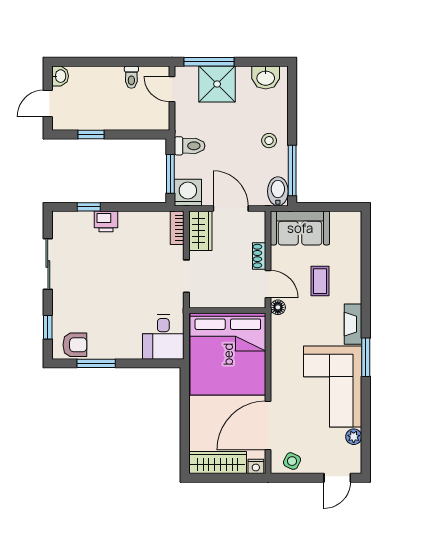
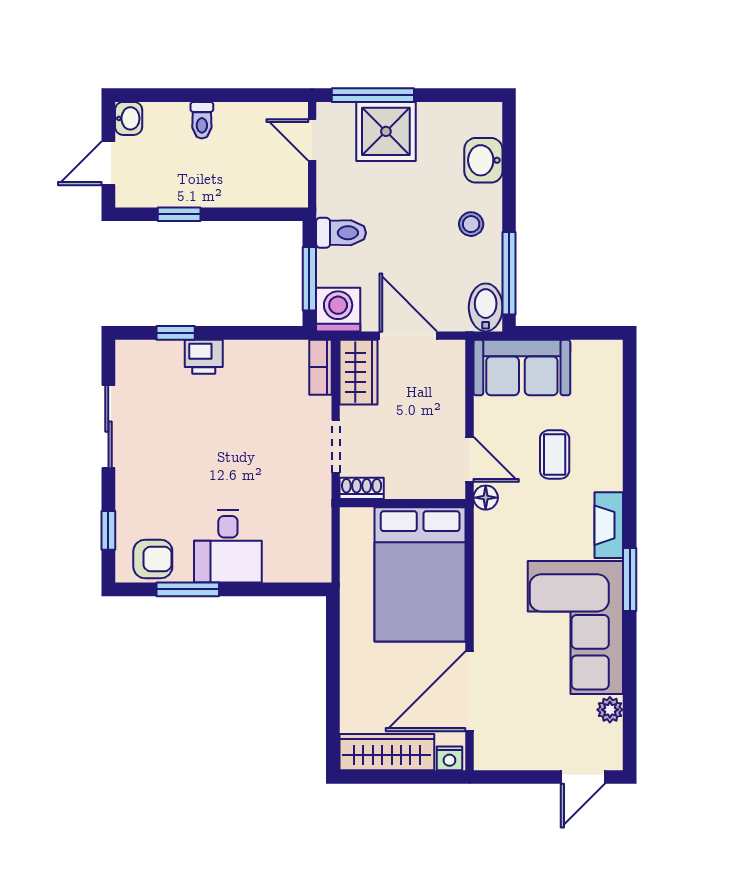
toilet: (131, 77) -> (202, 120), moved
washbasin: (266, 77) -> (483, 160), moved, turned 90
shoe rack: (259, 256) -> (362, 488), moved, turned 90
desk: (163, 337) -> (228, 546), moved
bed: (228, 354) -> (420, 574), width x0.73
side table: (292, 461) -> (509, 750), removed

